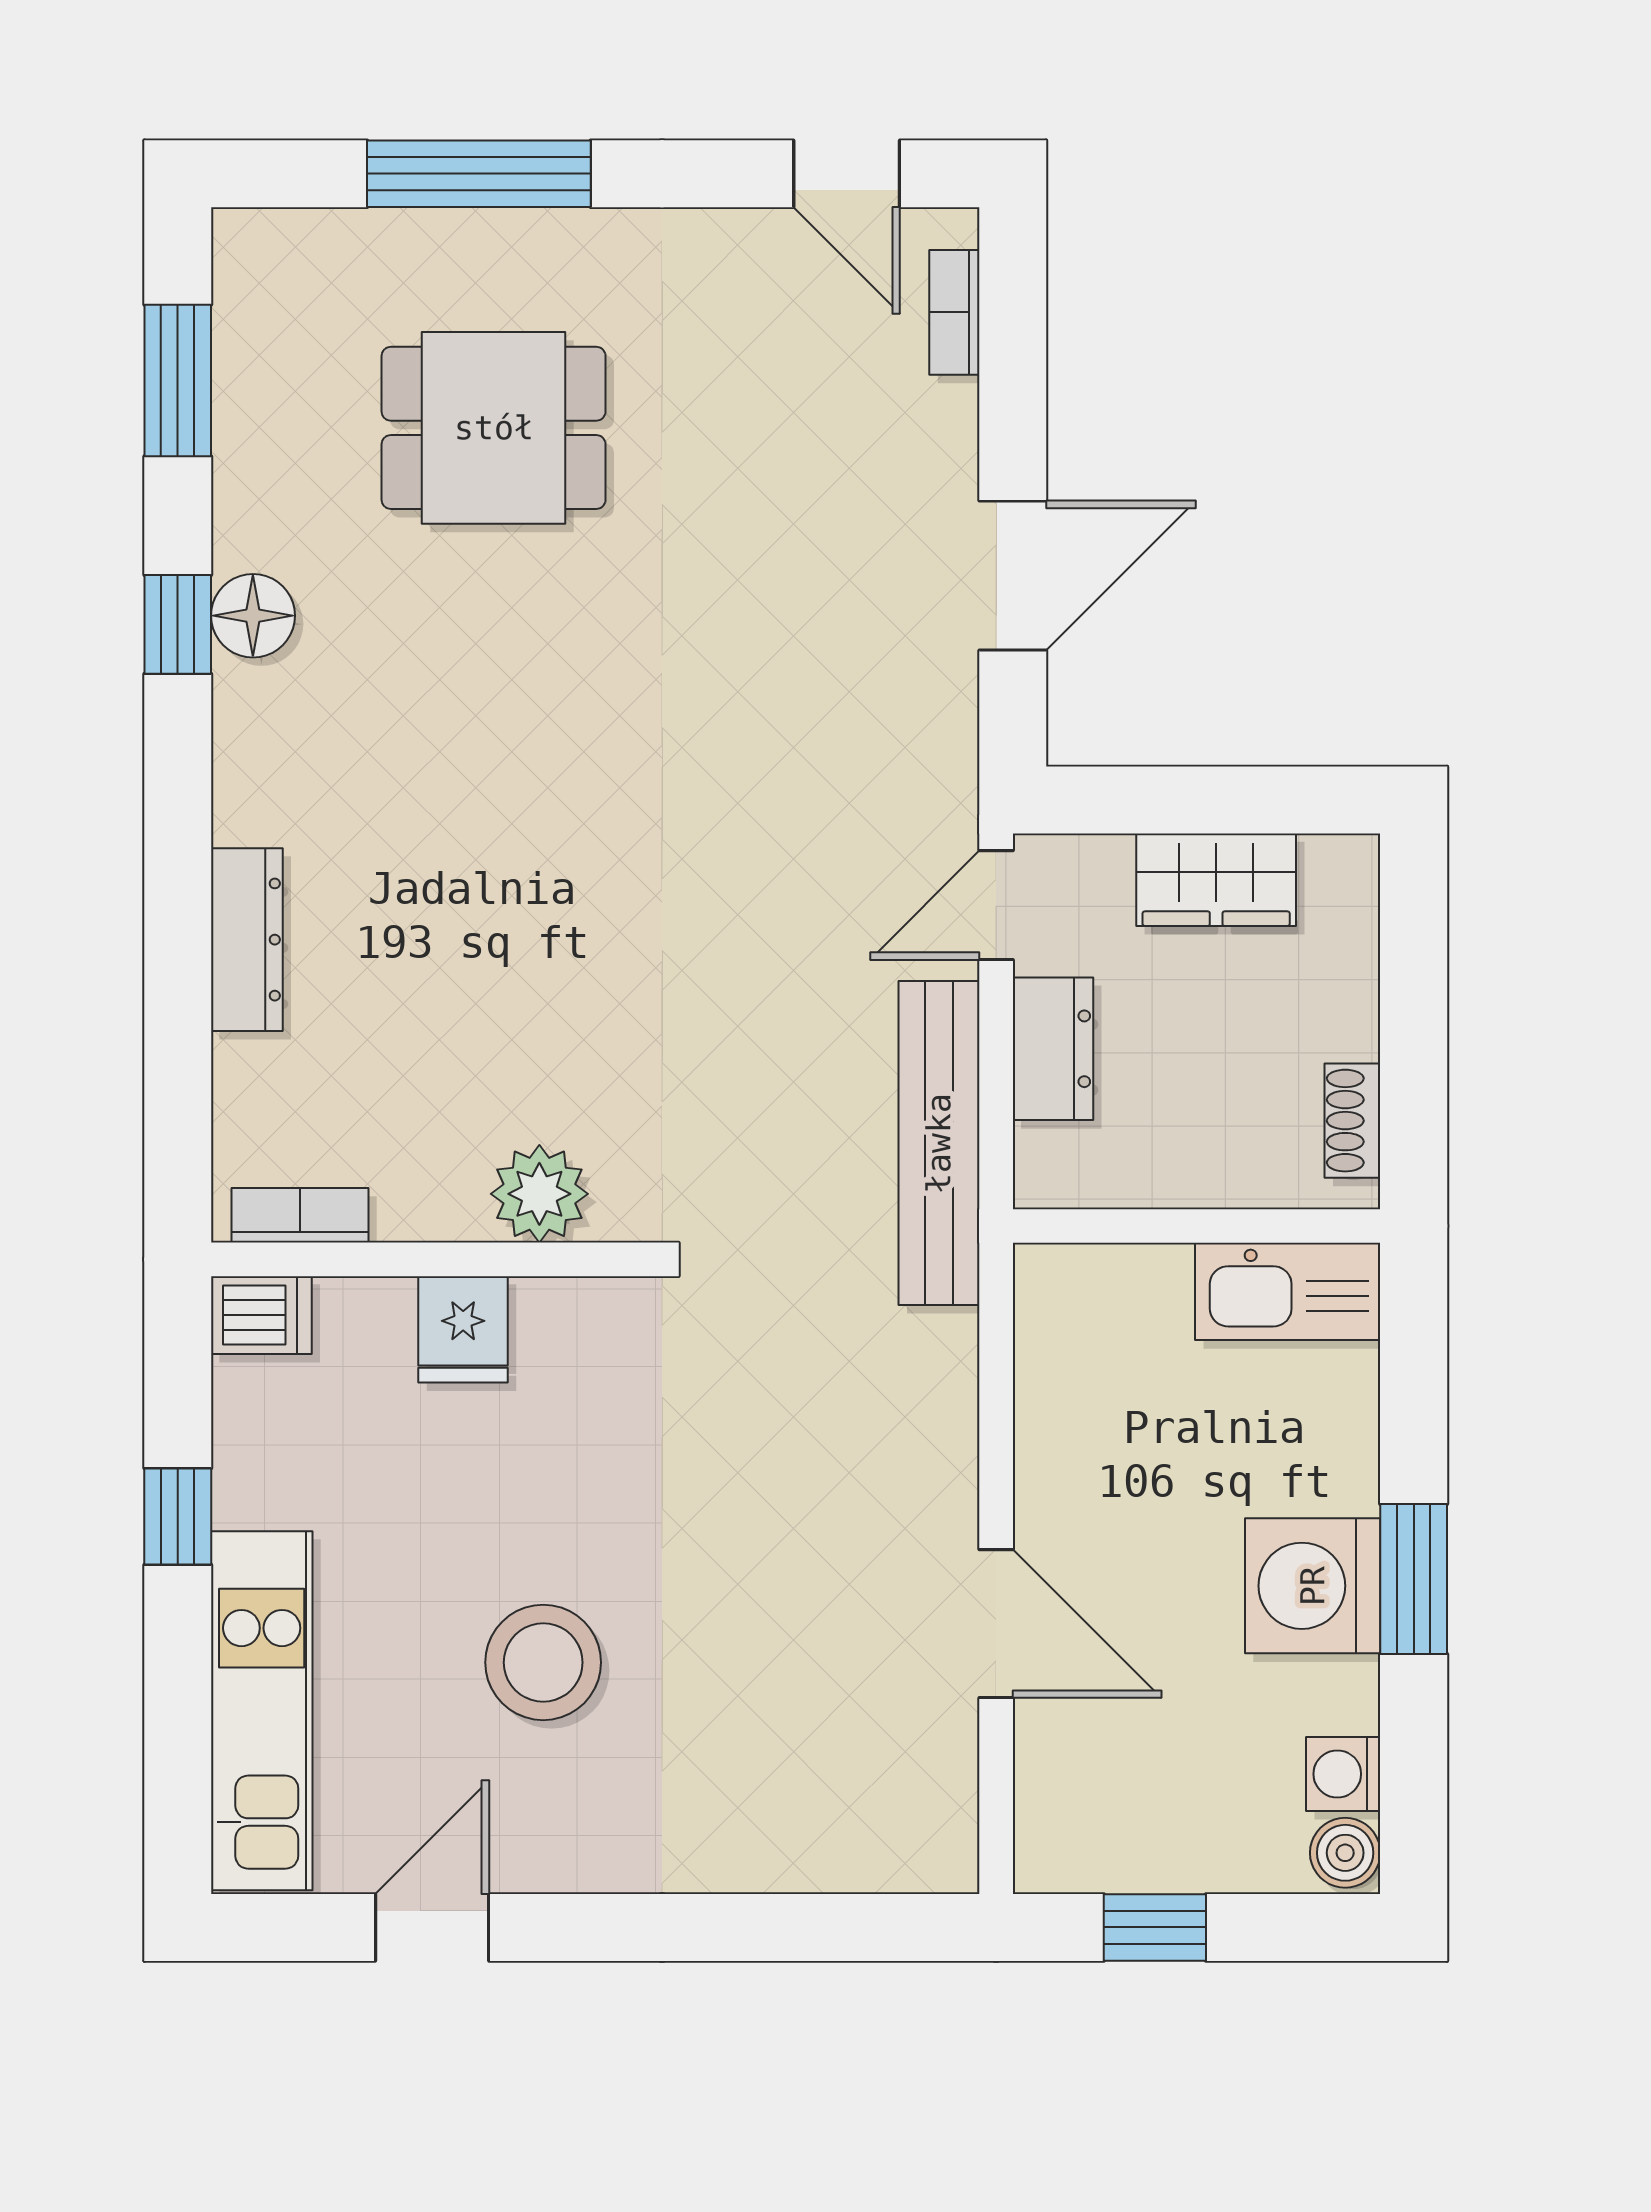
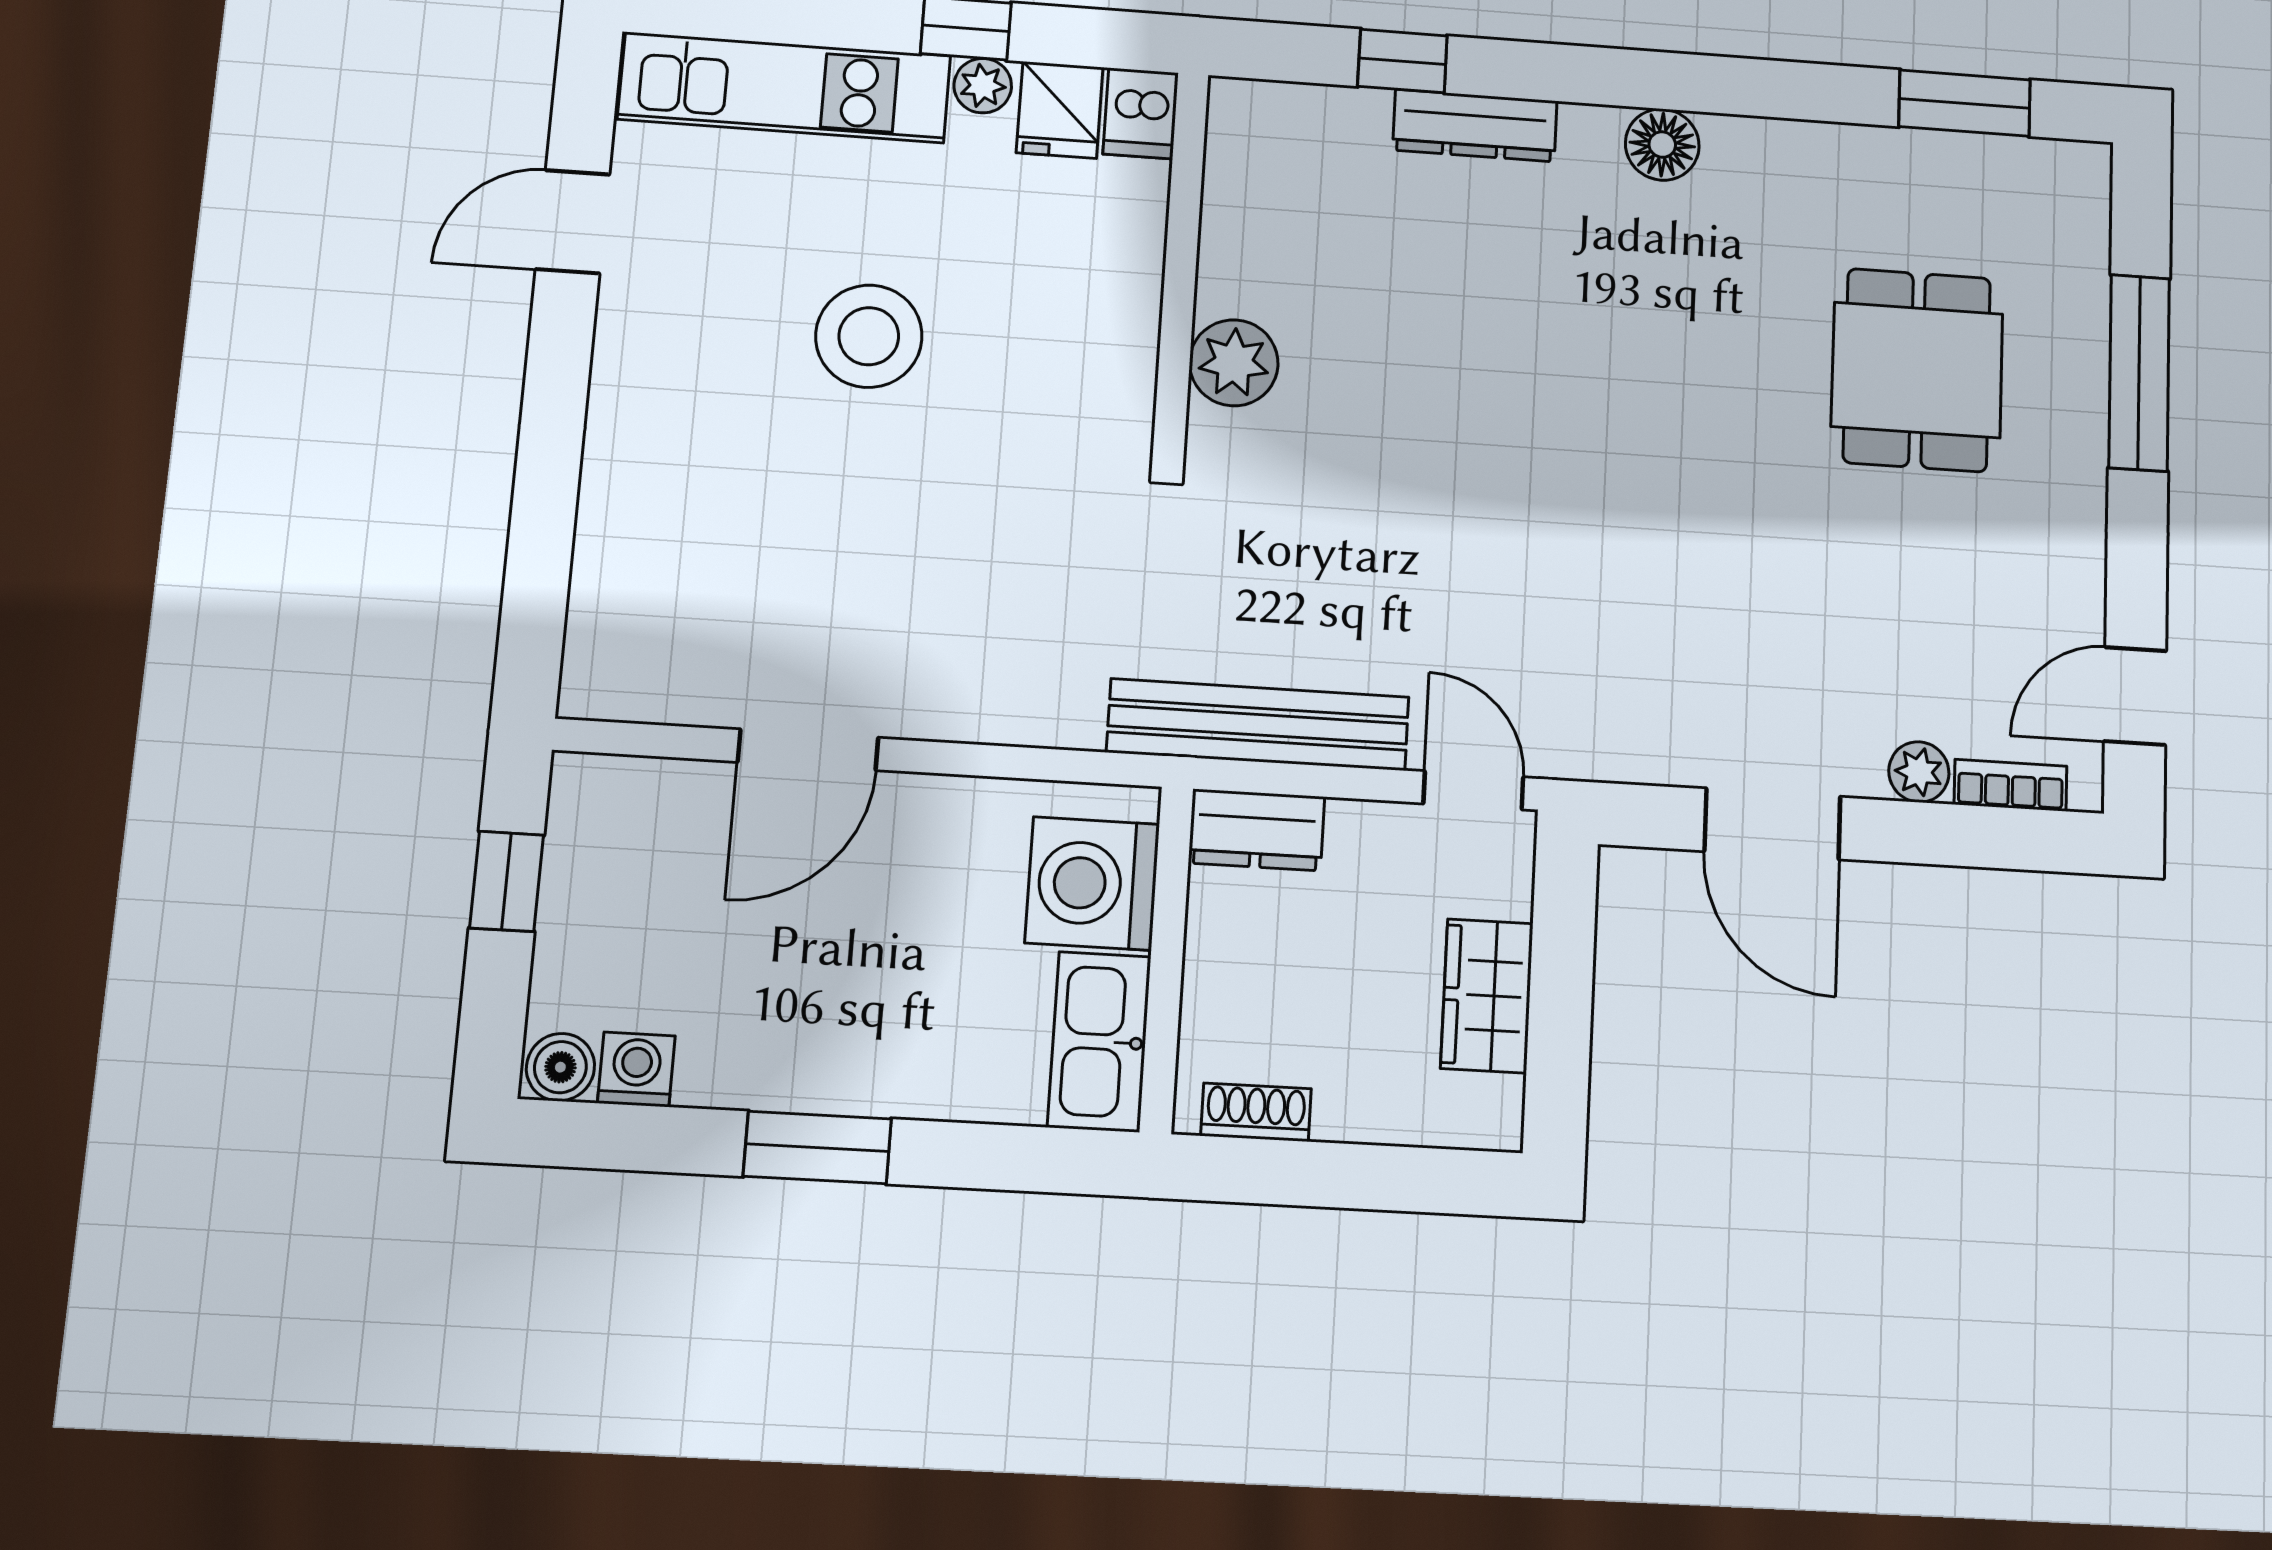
plant: (946, 415) -> (1919, 772), added
floor lamp: (253, 616) -> (1662, 145), moved
window: (178, 624) -> (1402, 61), moved
dresser: (1053, 1049) -> (1257, 830), moved
bookcase: (300, 1215) -> (1228, 153), removed
fridge: (463, 1329) -> (1060, 110), moved, turned -90
plant: (243, 1493) -> (983, 86), added
washing machine: (1313, 1586) -> (1092, 883), moved, turned -90
stool: (543, 1662) -> (869, 336), moved
door: (432, 1927) -> (573, 222), swing flipped

